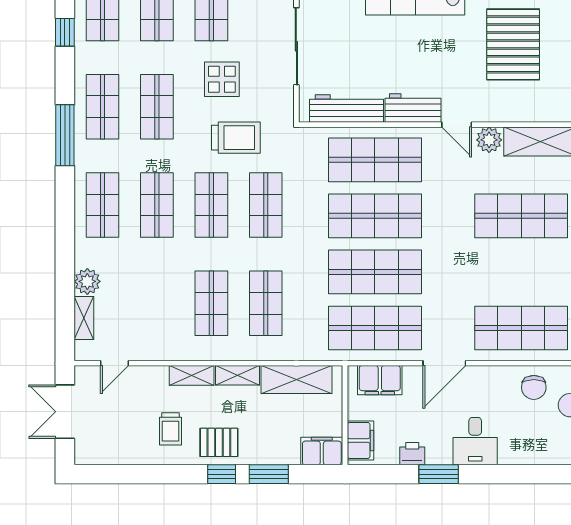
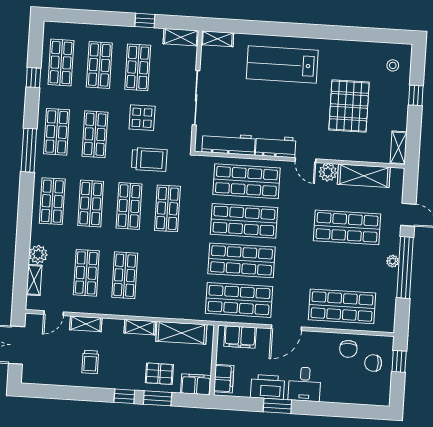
shop shelf: (266, 303) -> (86, 273), moved
shelving: (192, 375) -> (86, 324), moved
pallet: (219, 442) -> (159, 374), moved
printer: (412, 454) -> (268, 387), width x1.87, depth x1.48

